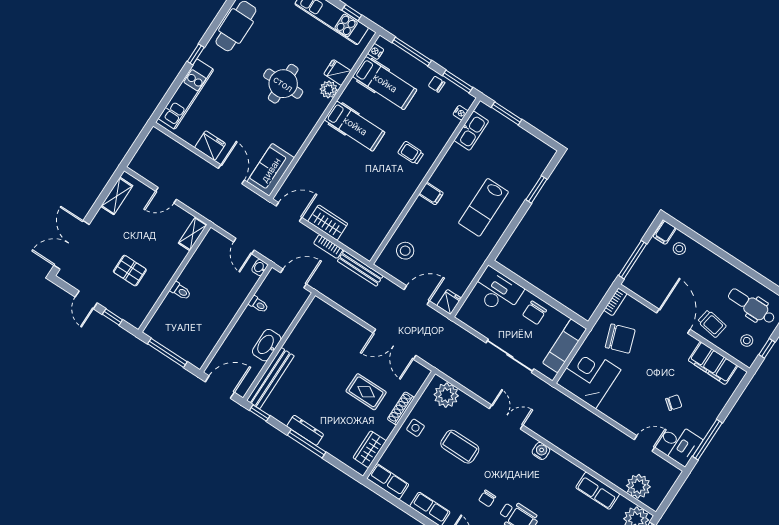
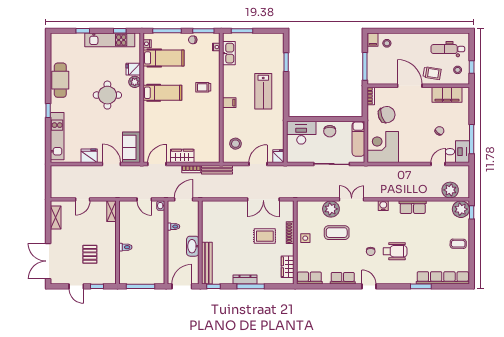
pallet: (130, 271) -> (90, 254), turned 90
plant: (446, 395) -> (331, 209), moved
row of seats: (598, 491) -> (413, 207), moved

